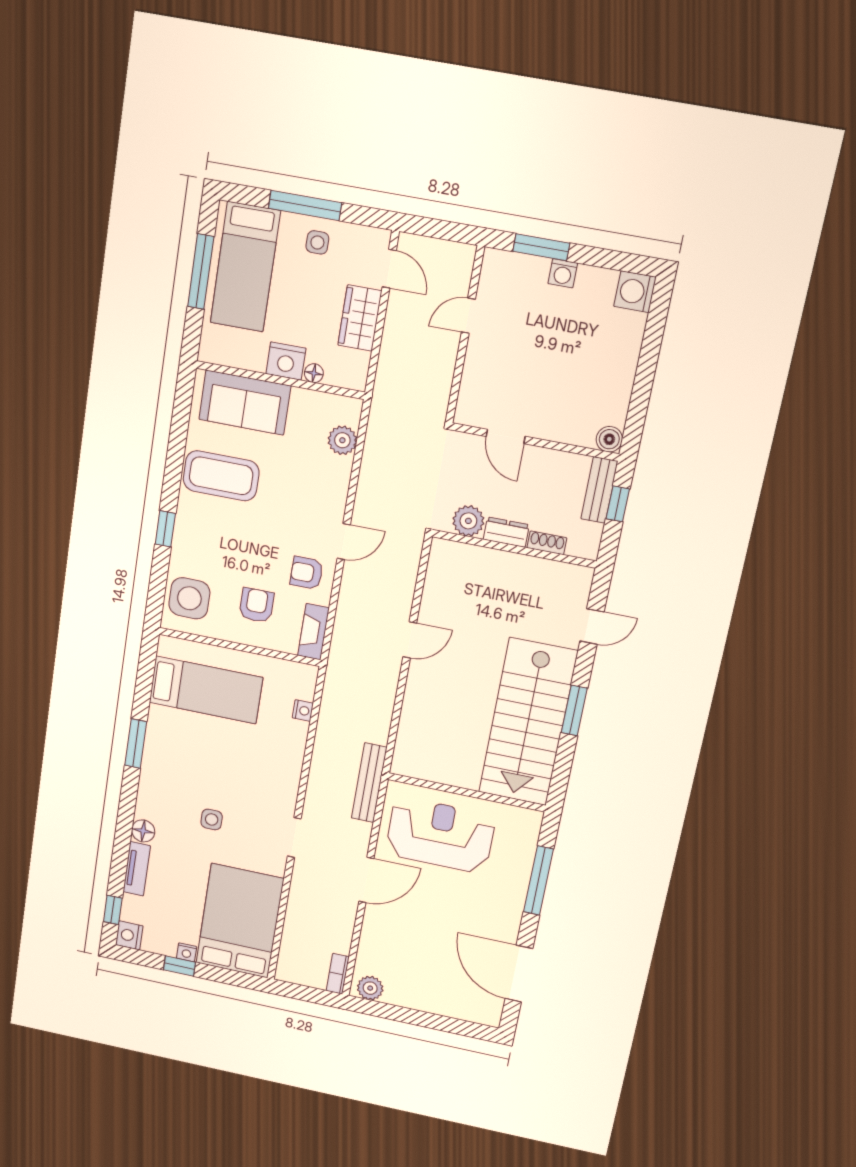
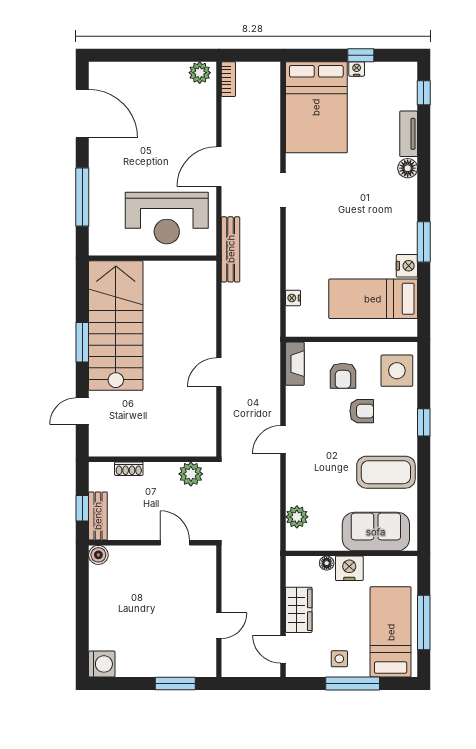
washing machine: (563, 273) -> (156, 668), removed
dresser: (506, 532) -> (161, 471), removed
armchair: (307, 573) -> (362, 411), moved
side table: (212, 819) -> (353, 191), removed
nightstand: (129, 935) -> (407, 266), moved

